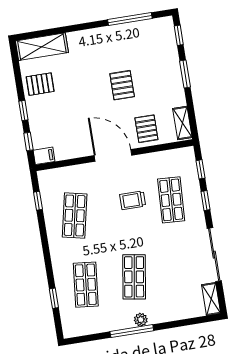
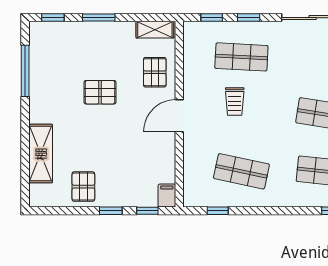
shelving: (42, 47) -> (41, 154), moved
pallet: (146, 129) -> (155, 72), turned 90
door: (113, 155) -> (179, 116), width x0.73

